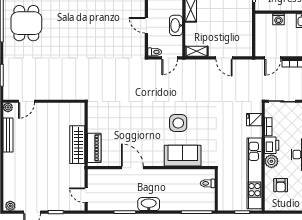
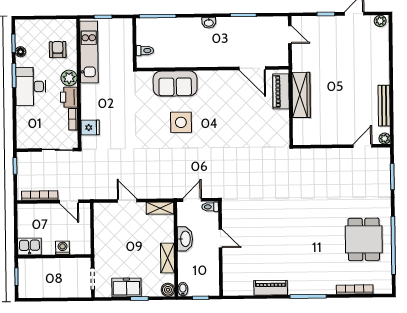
door: (273, 58) -> (69, 201), swing flipped
door: (132, 168) -> (252, 68), moved
kitchen unit: (254, 173) -> (89, 52), width x0.73
washbasin: (149, 204) -> (209, 23), width x0.52, depth x0.69

